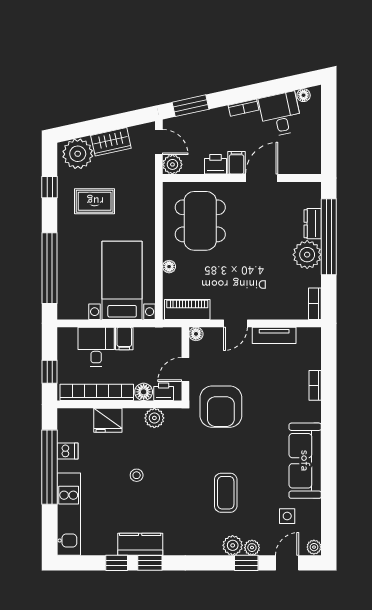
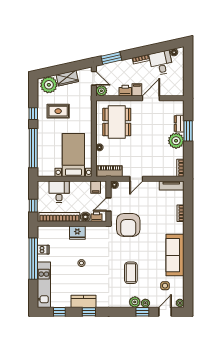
window: (50, 187) -> (33, 114), moved
window: (329, 237) -> (188, 131), width x0.47
tv unit: (274, 335) -> (171, 185), moved
filing cabinet: (124, 338) -> (96, 187), moved
plant: (154, 418) -> (91, 231), removed
fridge: (108, 420) -> (77, 233), moved
window: (117, 563) -> (59, 312), moved

